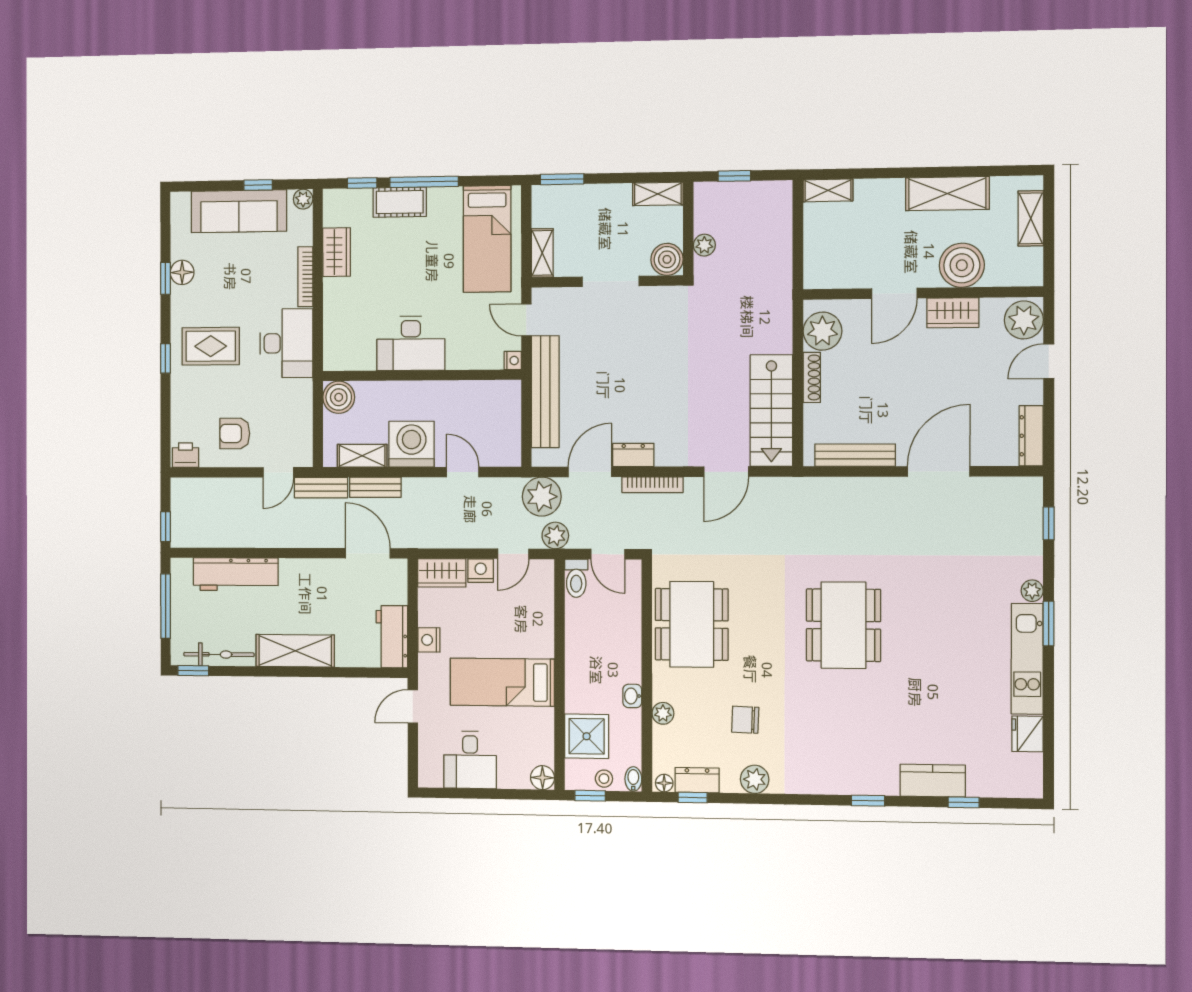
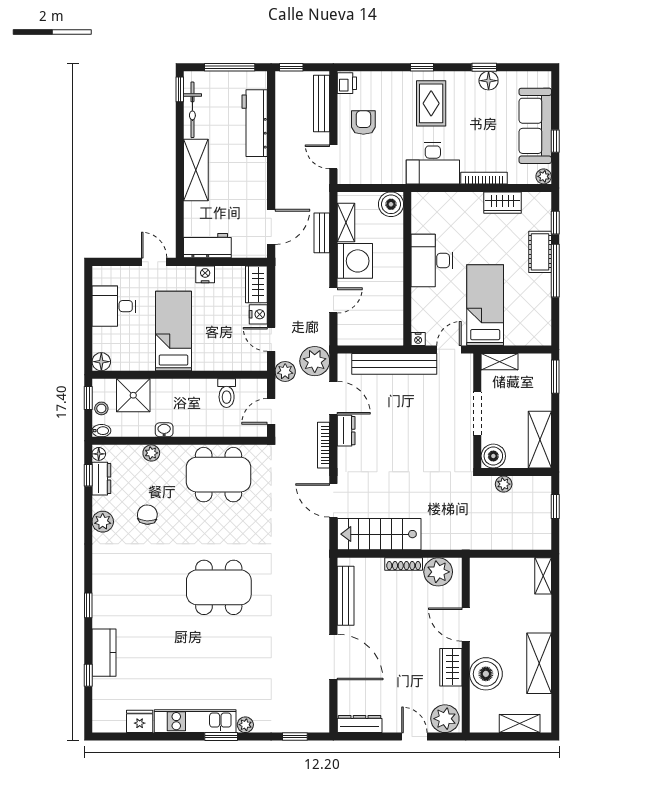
shelving: (658, 194) -> (540, 440), width x1.50, depth x1.33
bed: (487, 239) -> (485, 305), moved, turned 90
bench: (321, 488) -> (322, 104), moved, width x1.36
toilet: (576, 578) -> (227, 393), moved, turned -90

